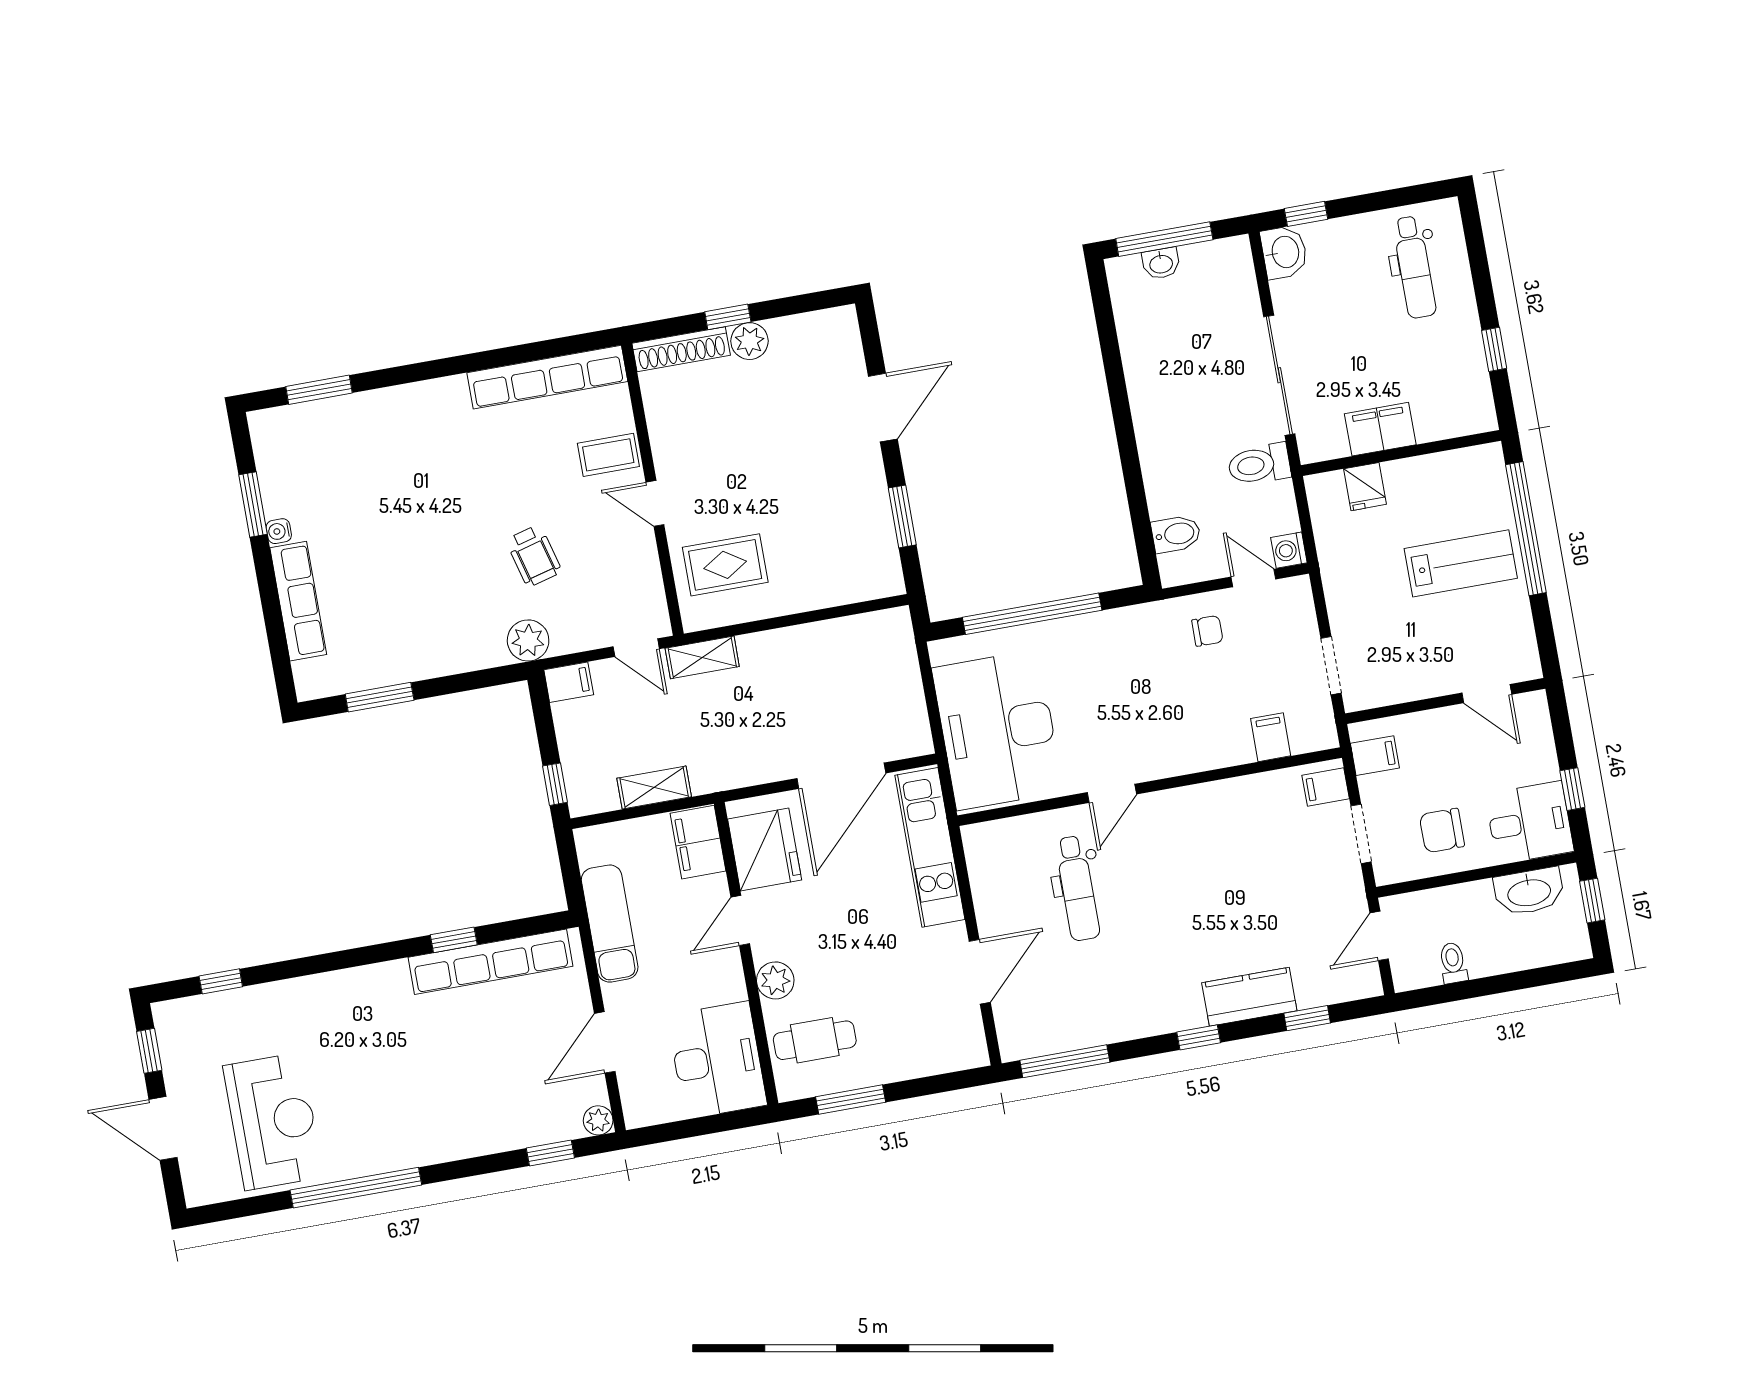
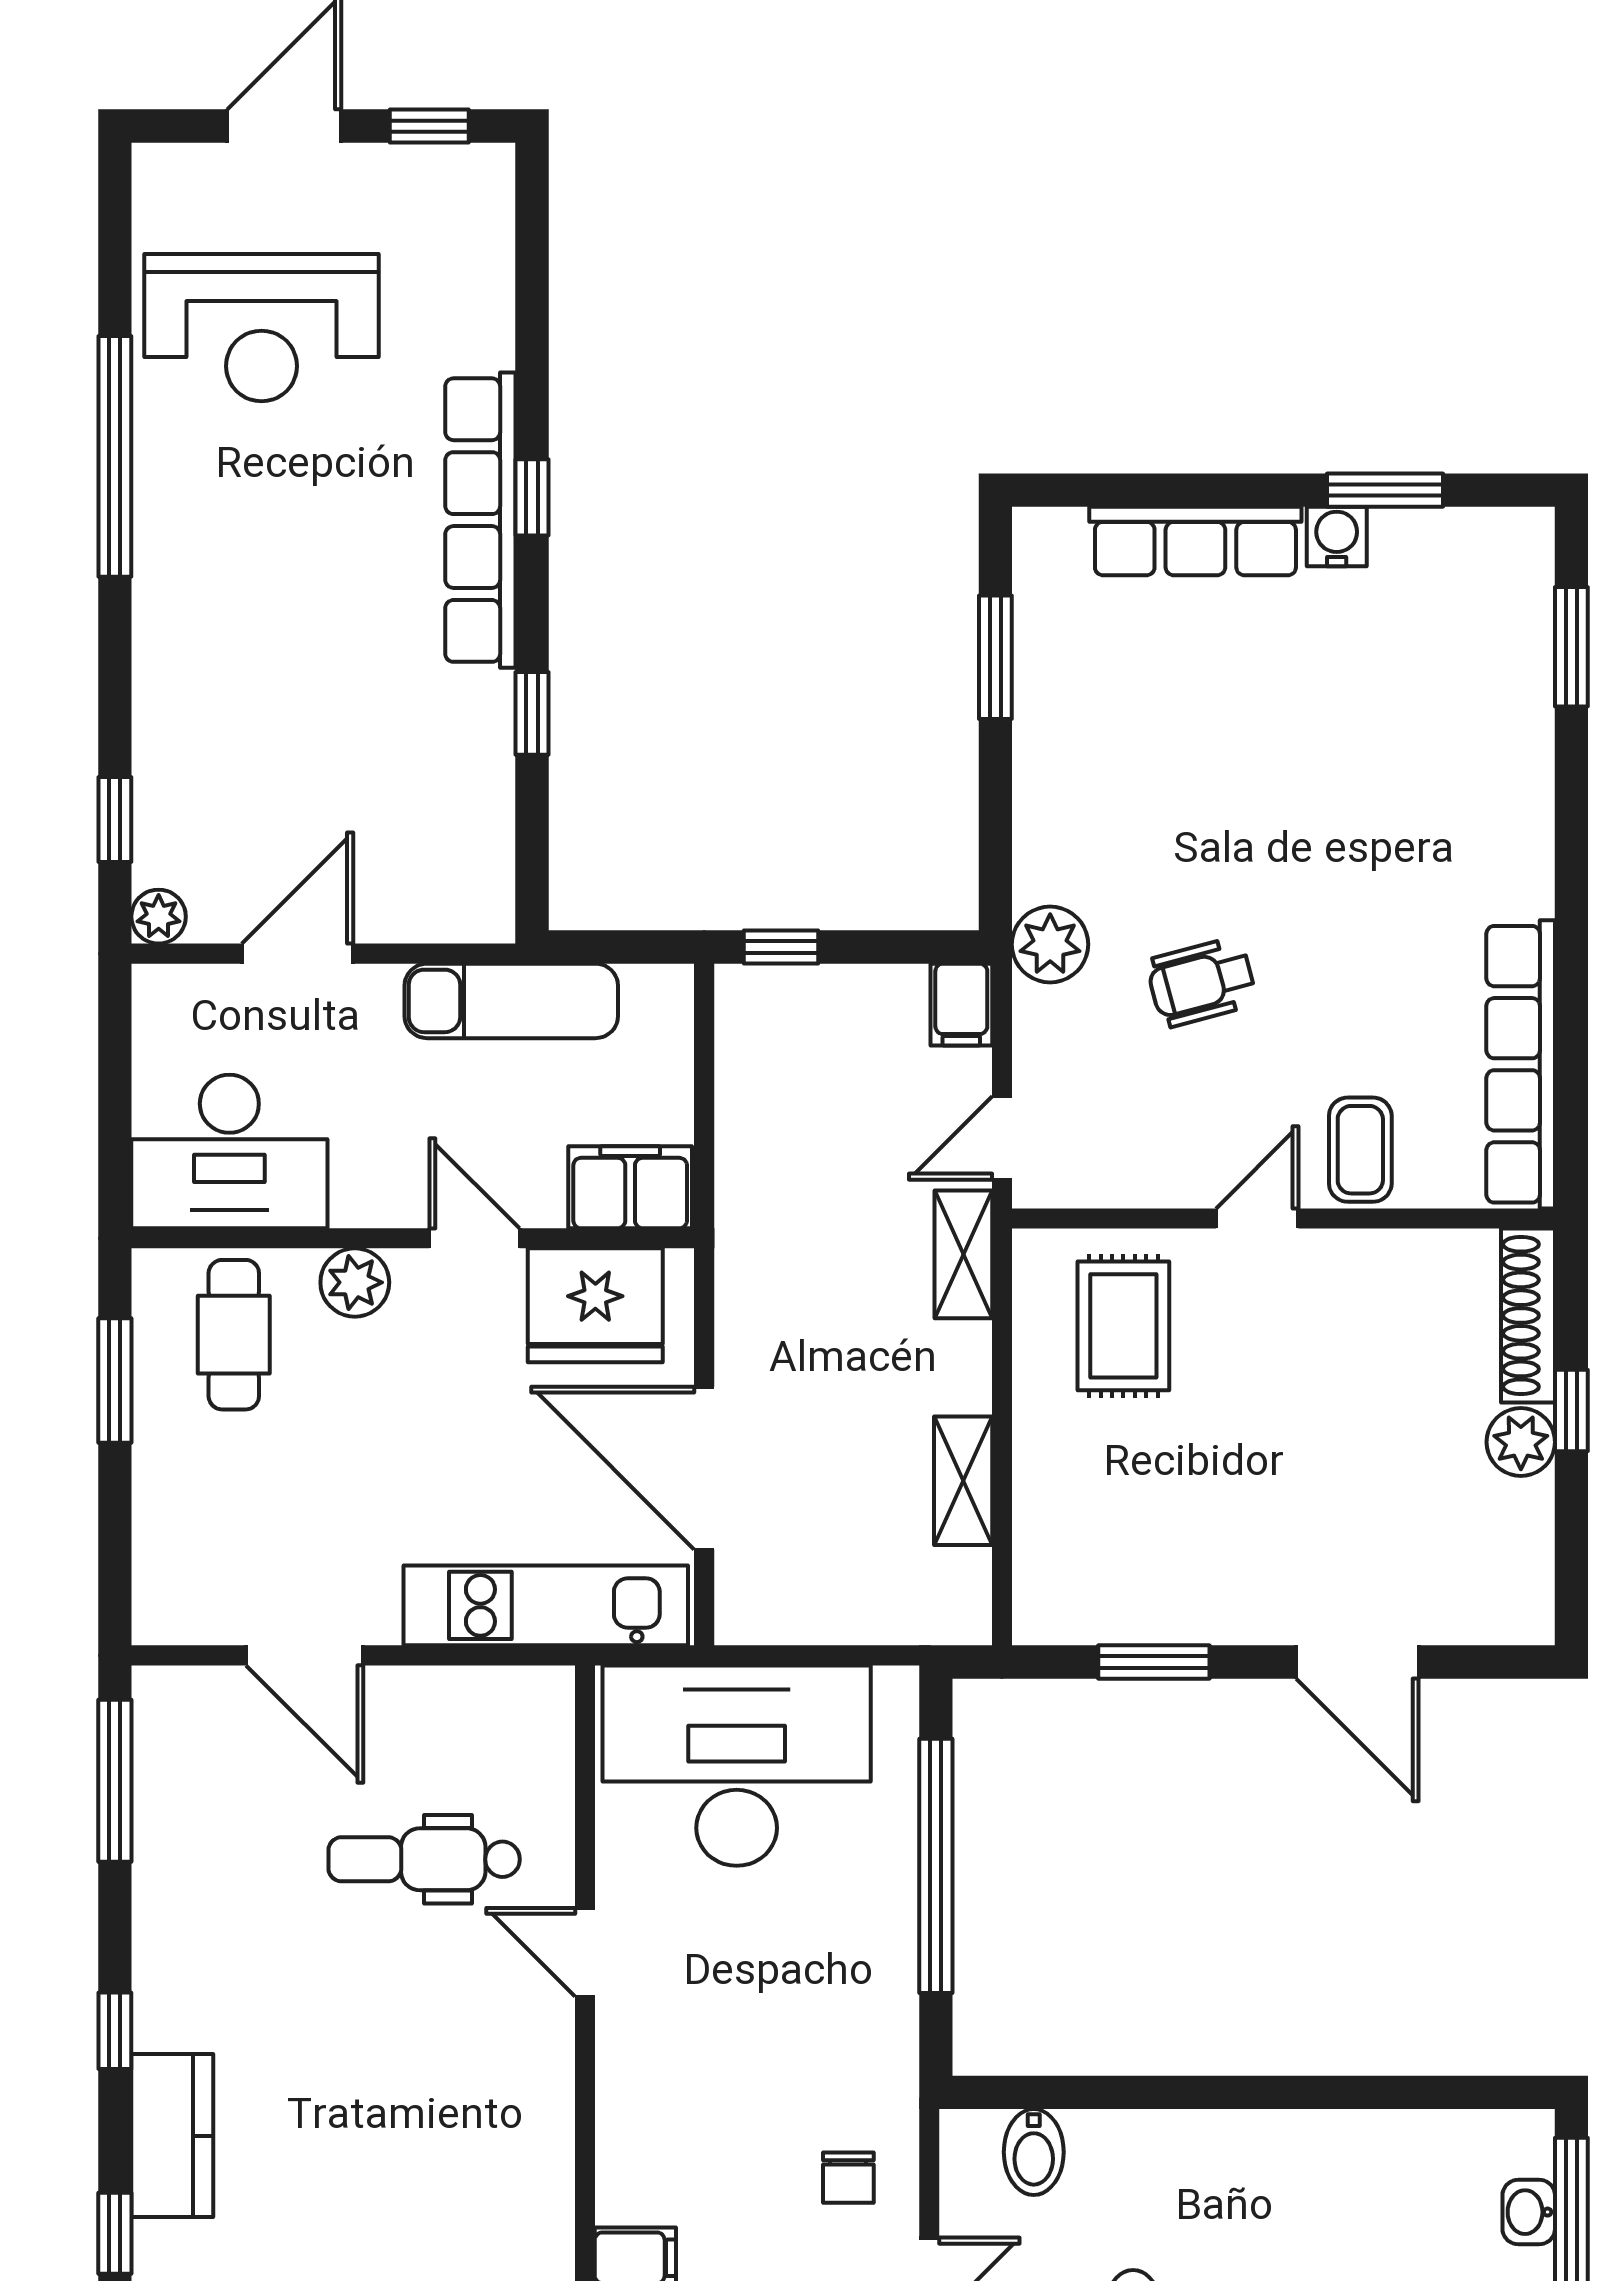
water cooler: (279, 531) -> (1337, 537), width x1.38, depth x1.38
shelving: (654, 788) -> (963, 1481), moved
row of seats: (490, 962) -> (480, 520), moved
window: (221, 981) -> (532, 497), moved
door: (605, 1042) -> (297, 954), hinge flipped

